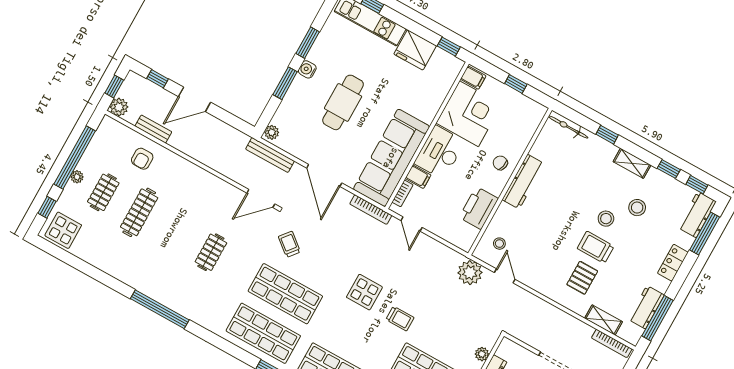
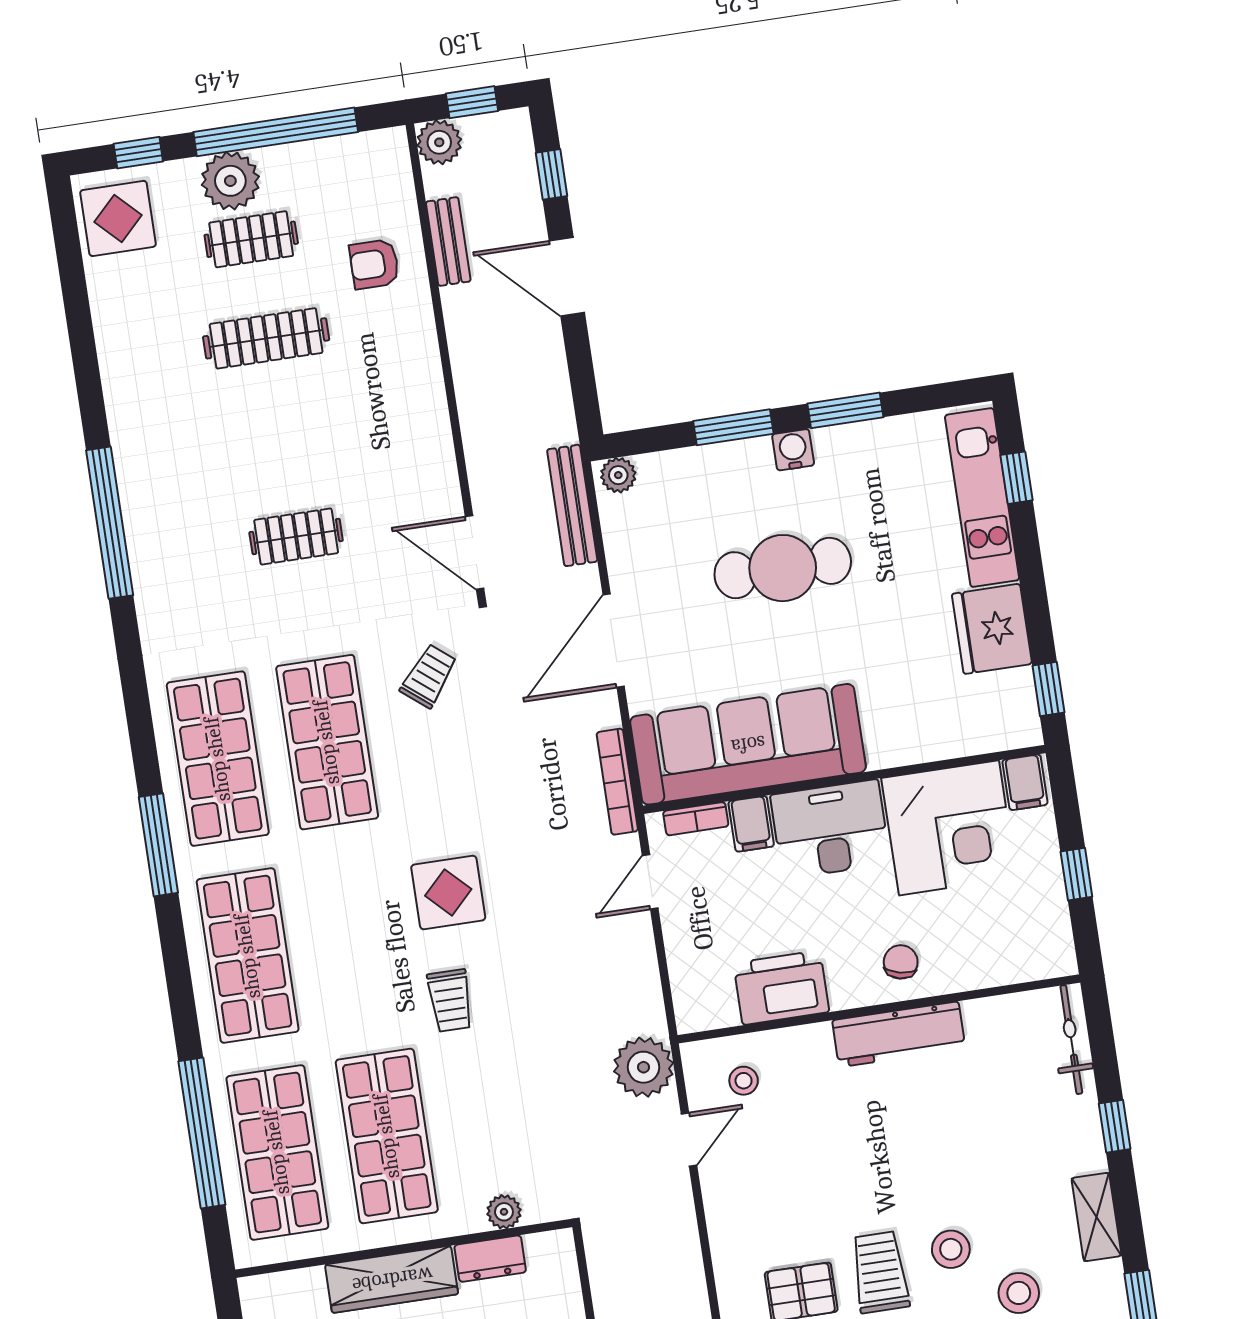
plant: (77, 177) -> (230, 181), width x1.88, depth x1.88

